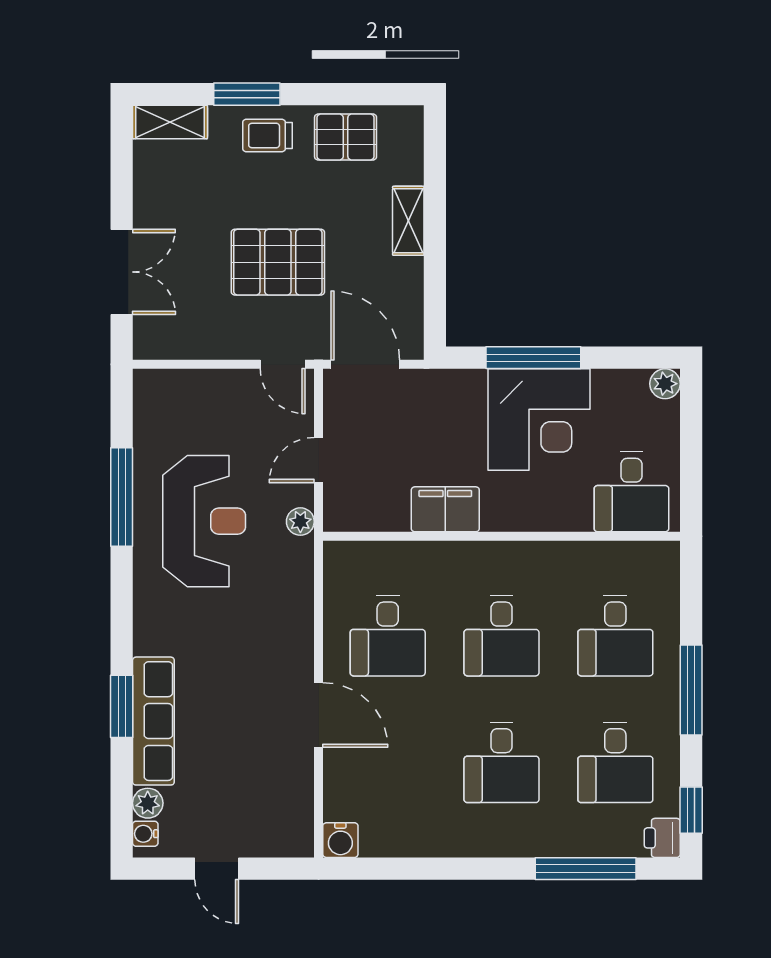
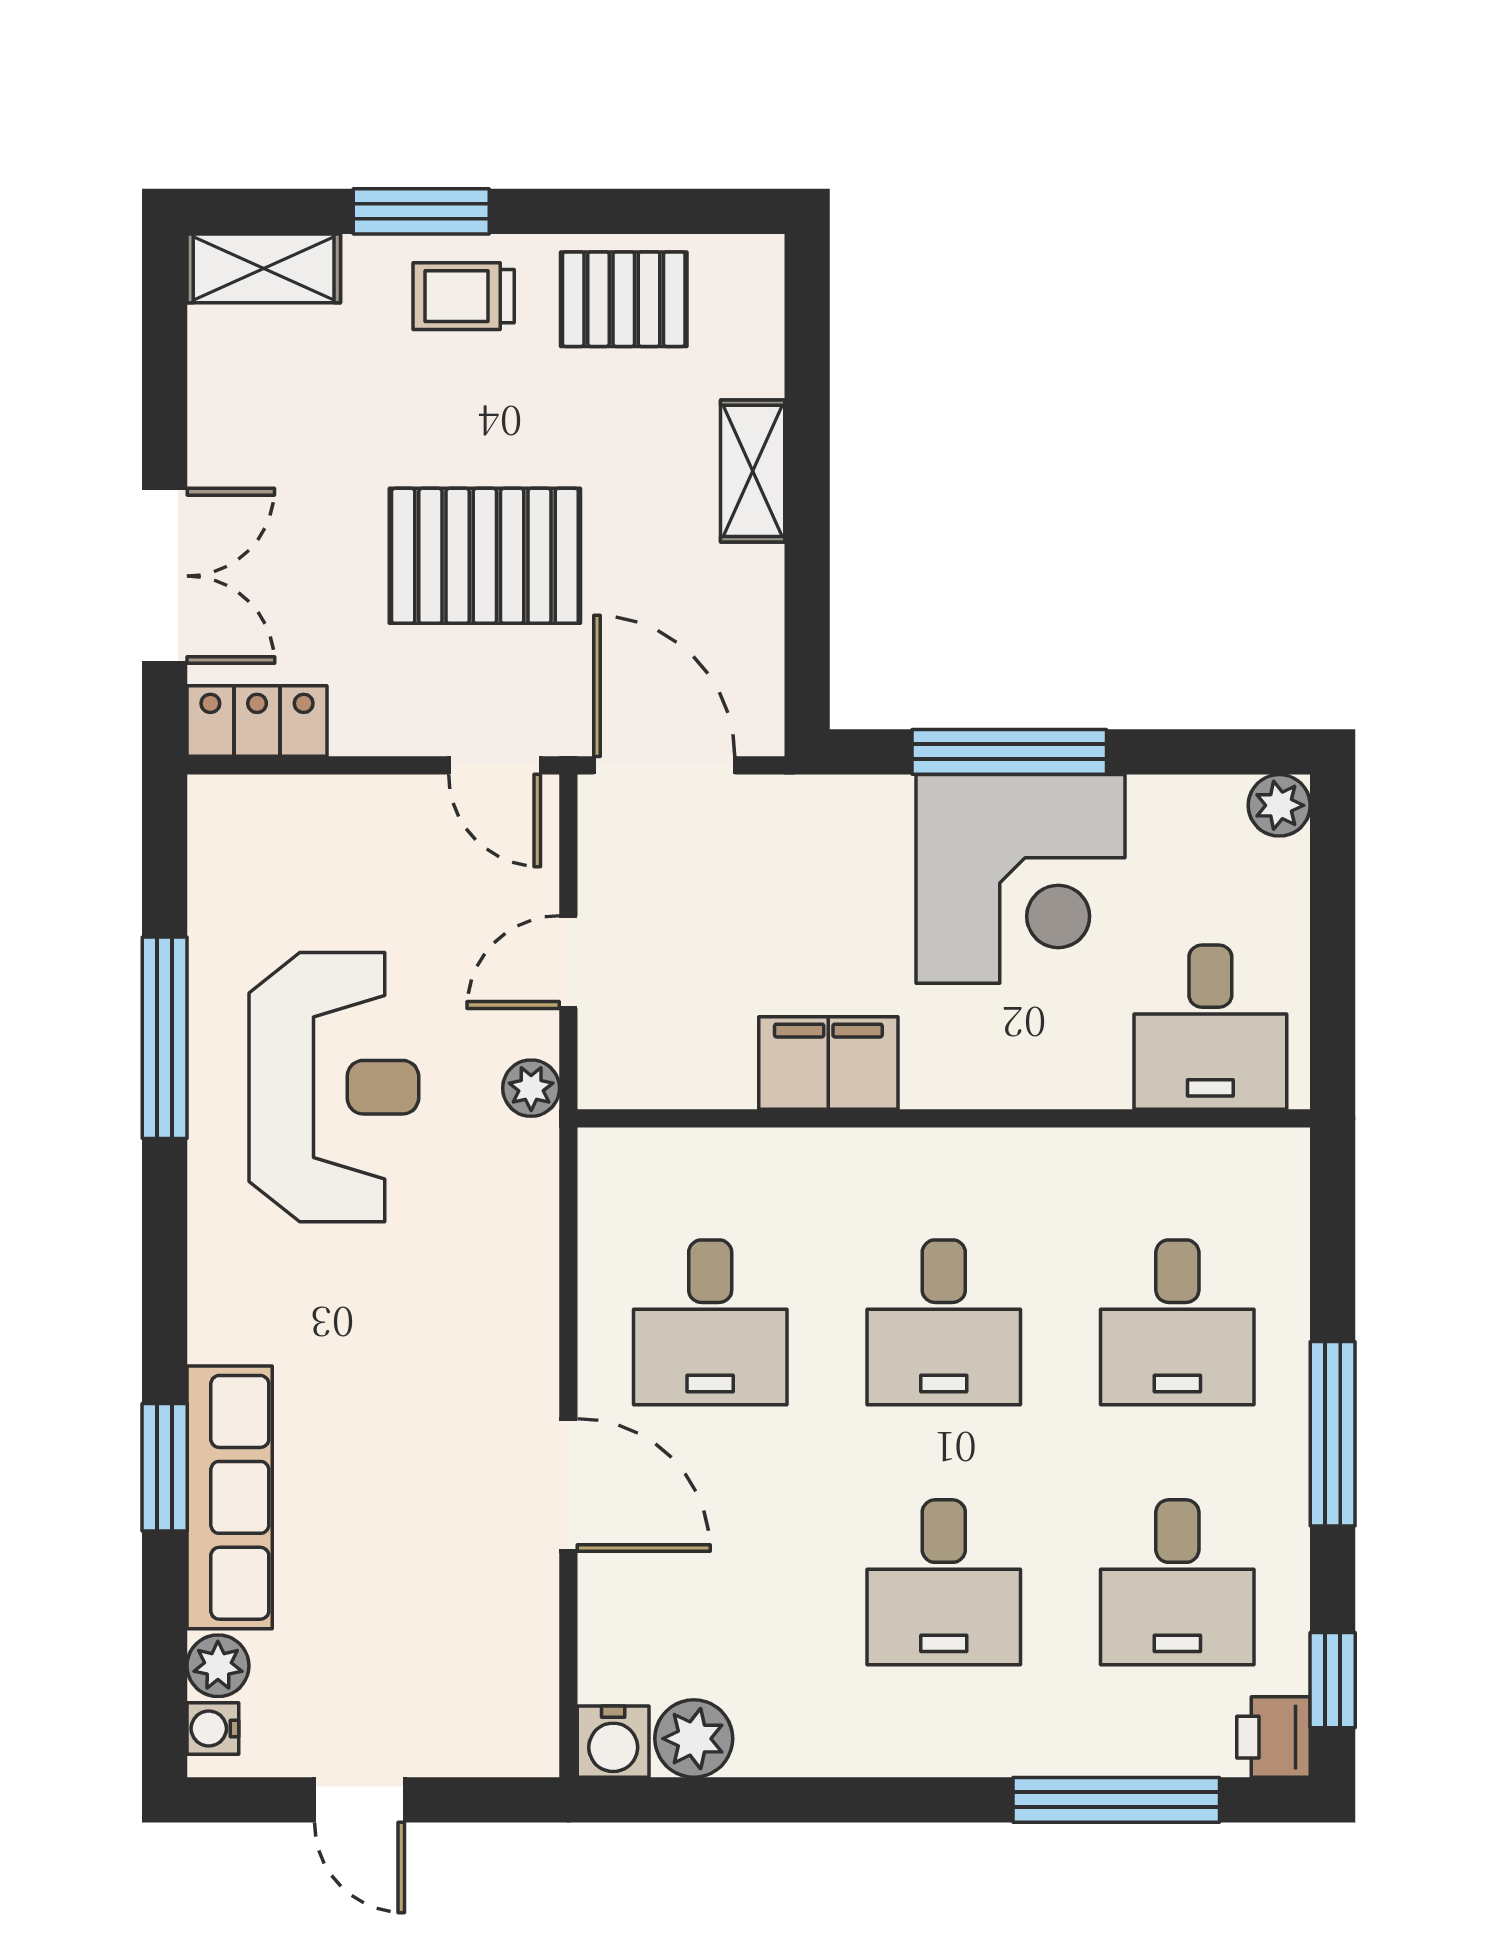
locker: (167, 343) -> (257, 721), added
plant: (380, 839) -> (694, 1739), added

